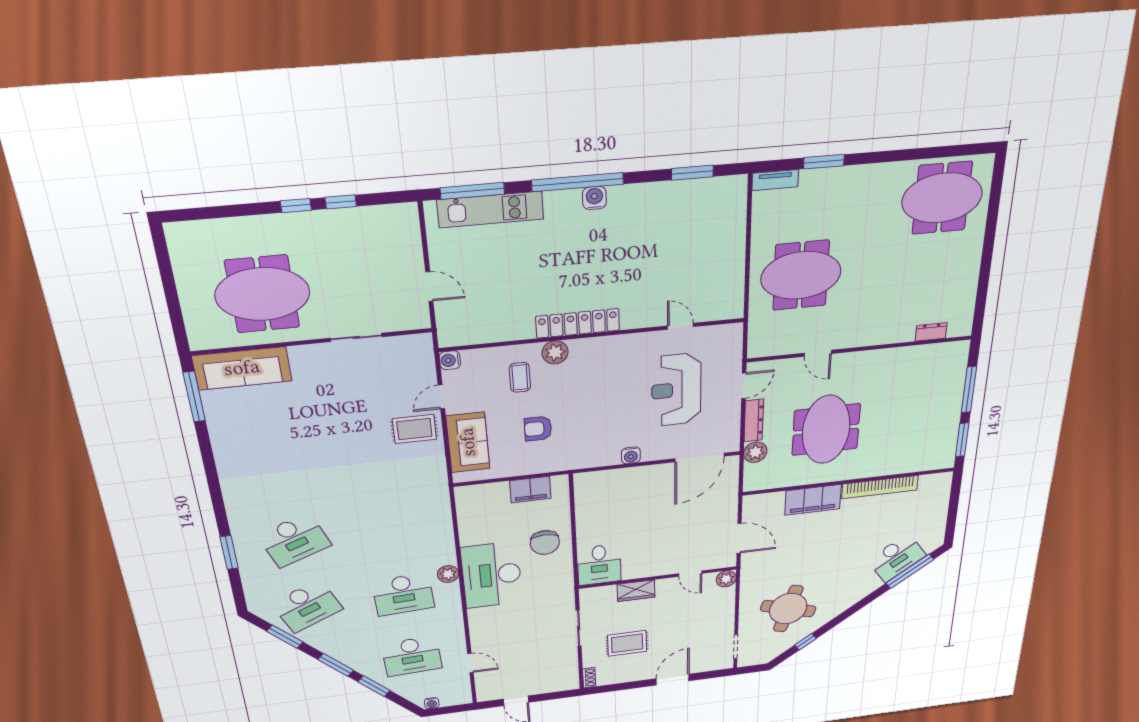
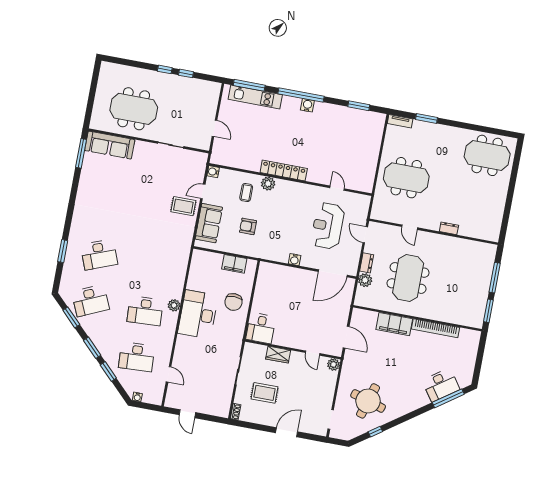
dresser: (931, 332) -> (449, 228), moved
door: (744, 386) -> (365, 235), swing flipped
dresser: (754, 420) -> (367, 263), width x0.70

